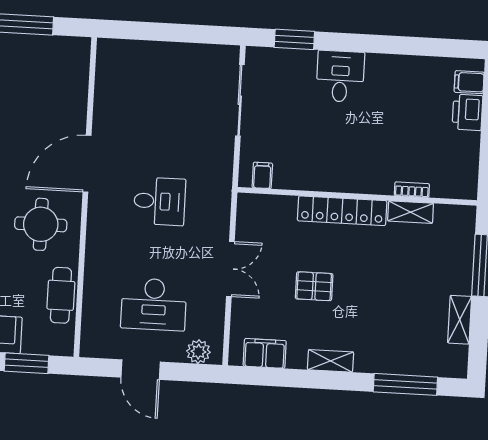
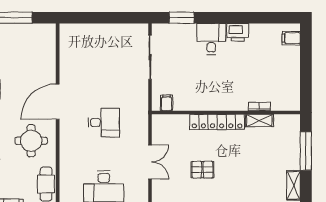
printer: (467, 112) -> (238, 32), moved, turned -90

